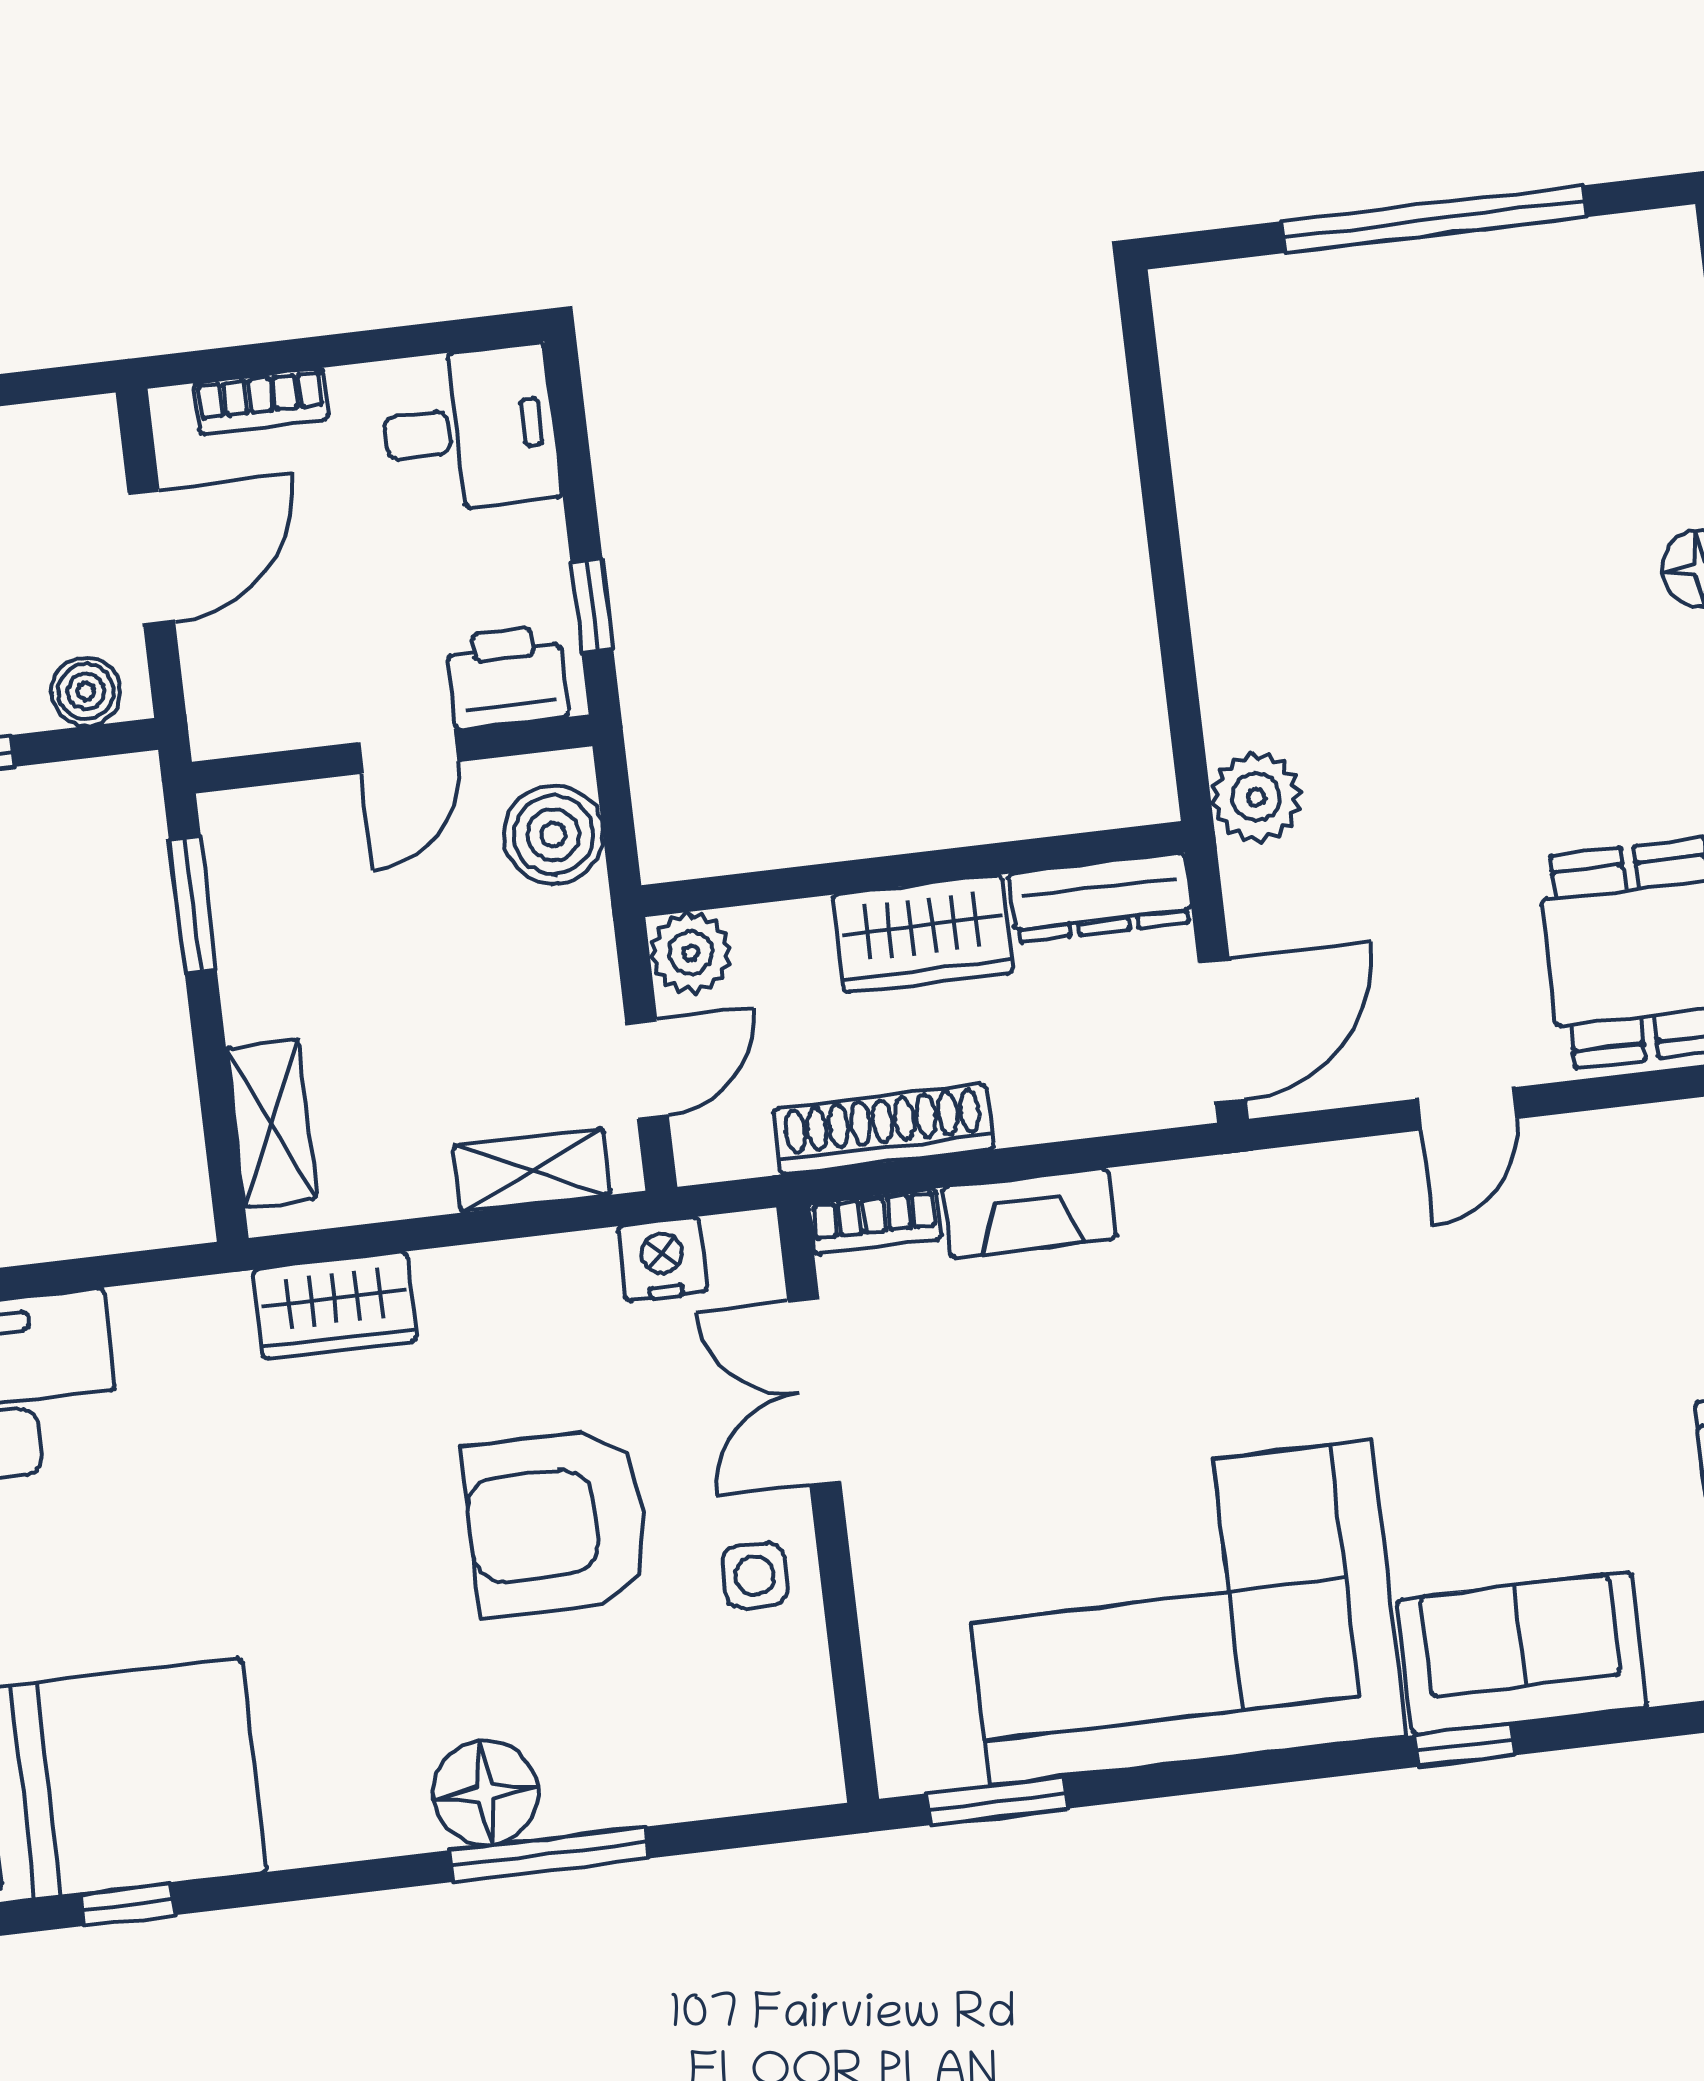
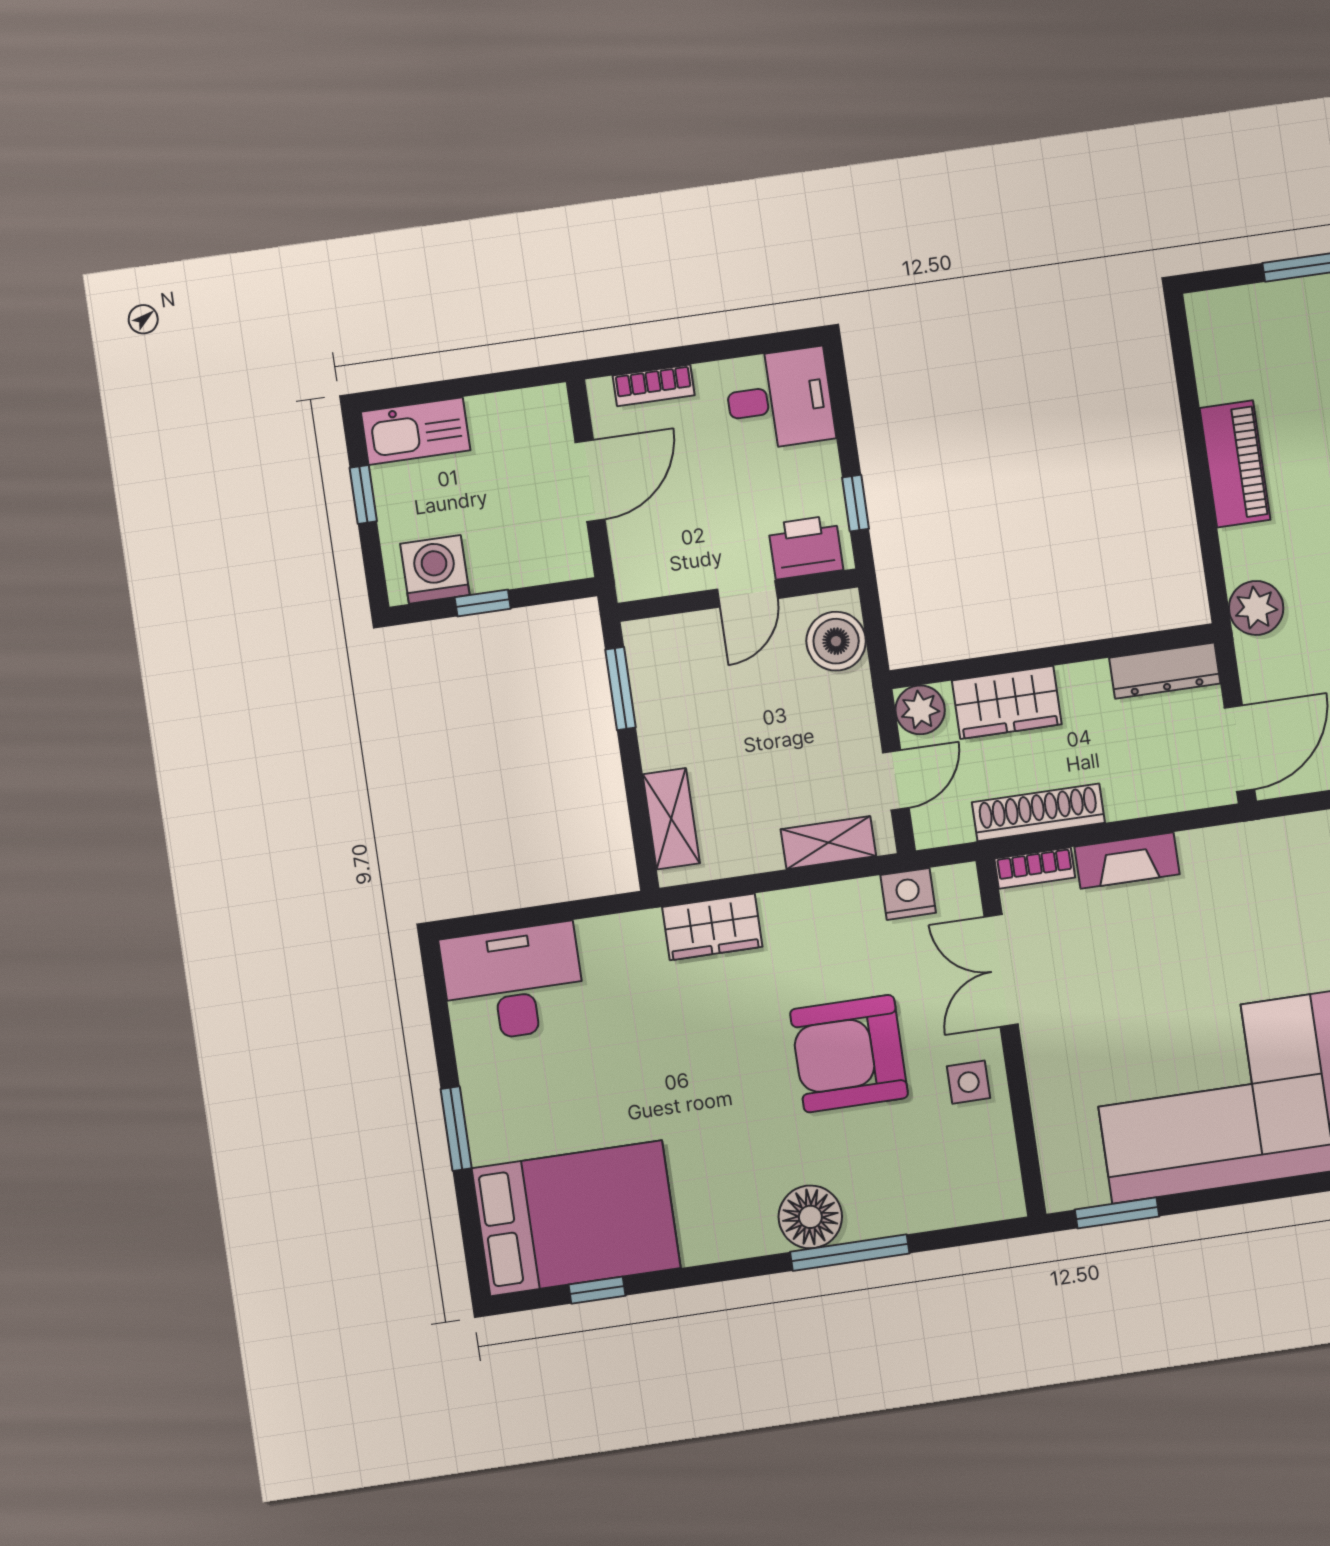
piano: (1227, 556) -> (1235, 464), added
boiler: (86, 691) -> (553, 562), removed
wardrobe: (923, 934) -> (1007, 702), moved

